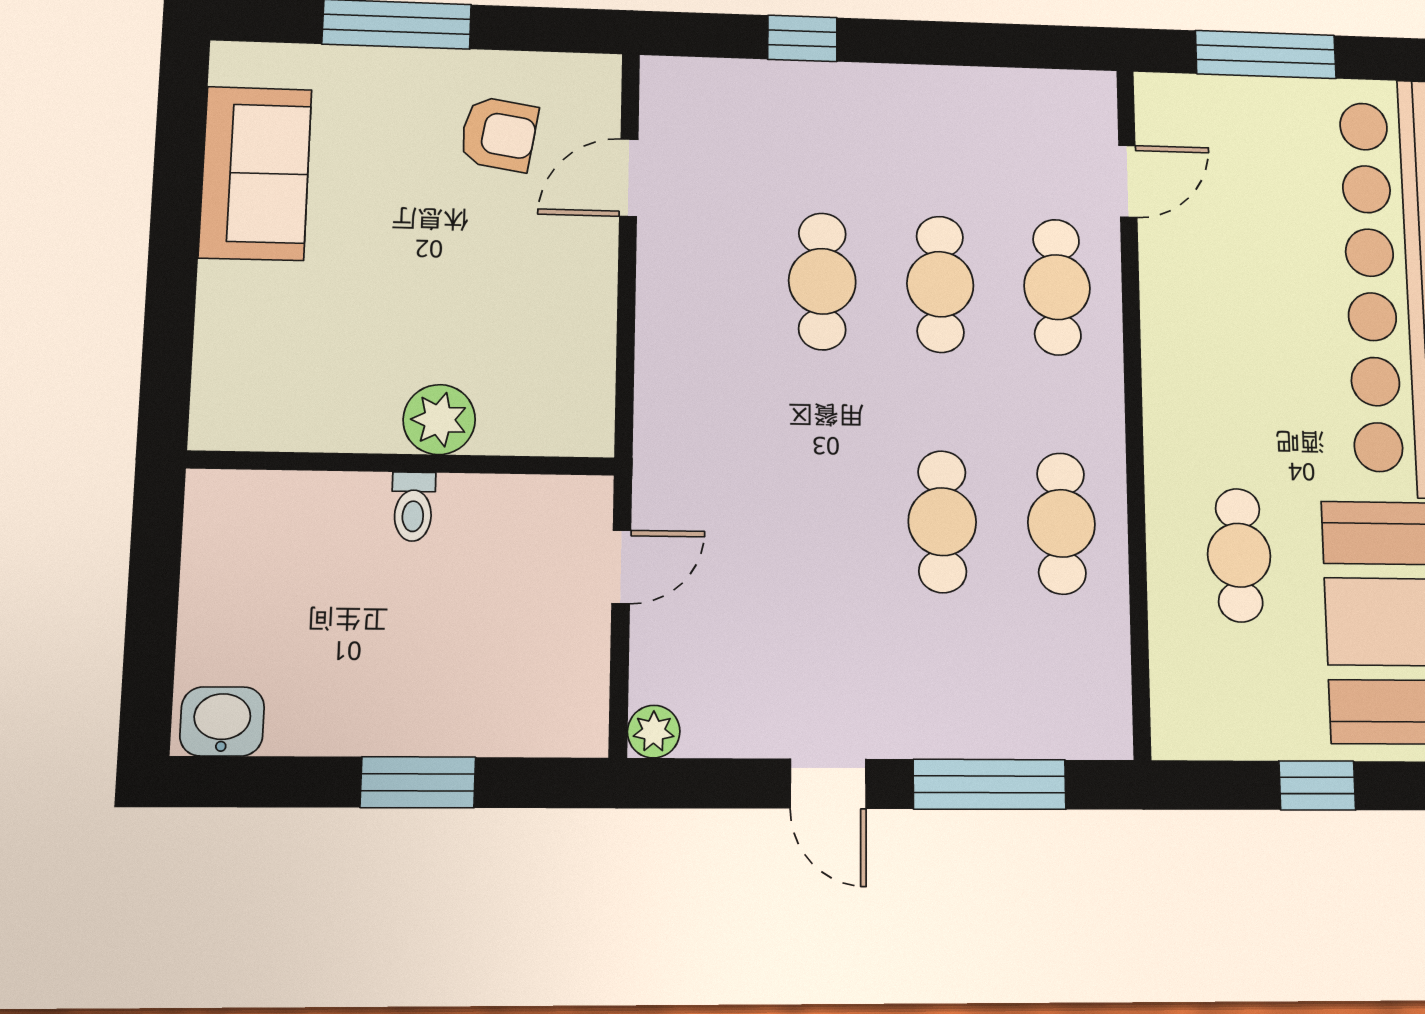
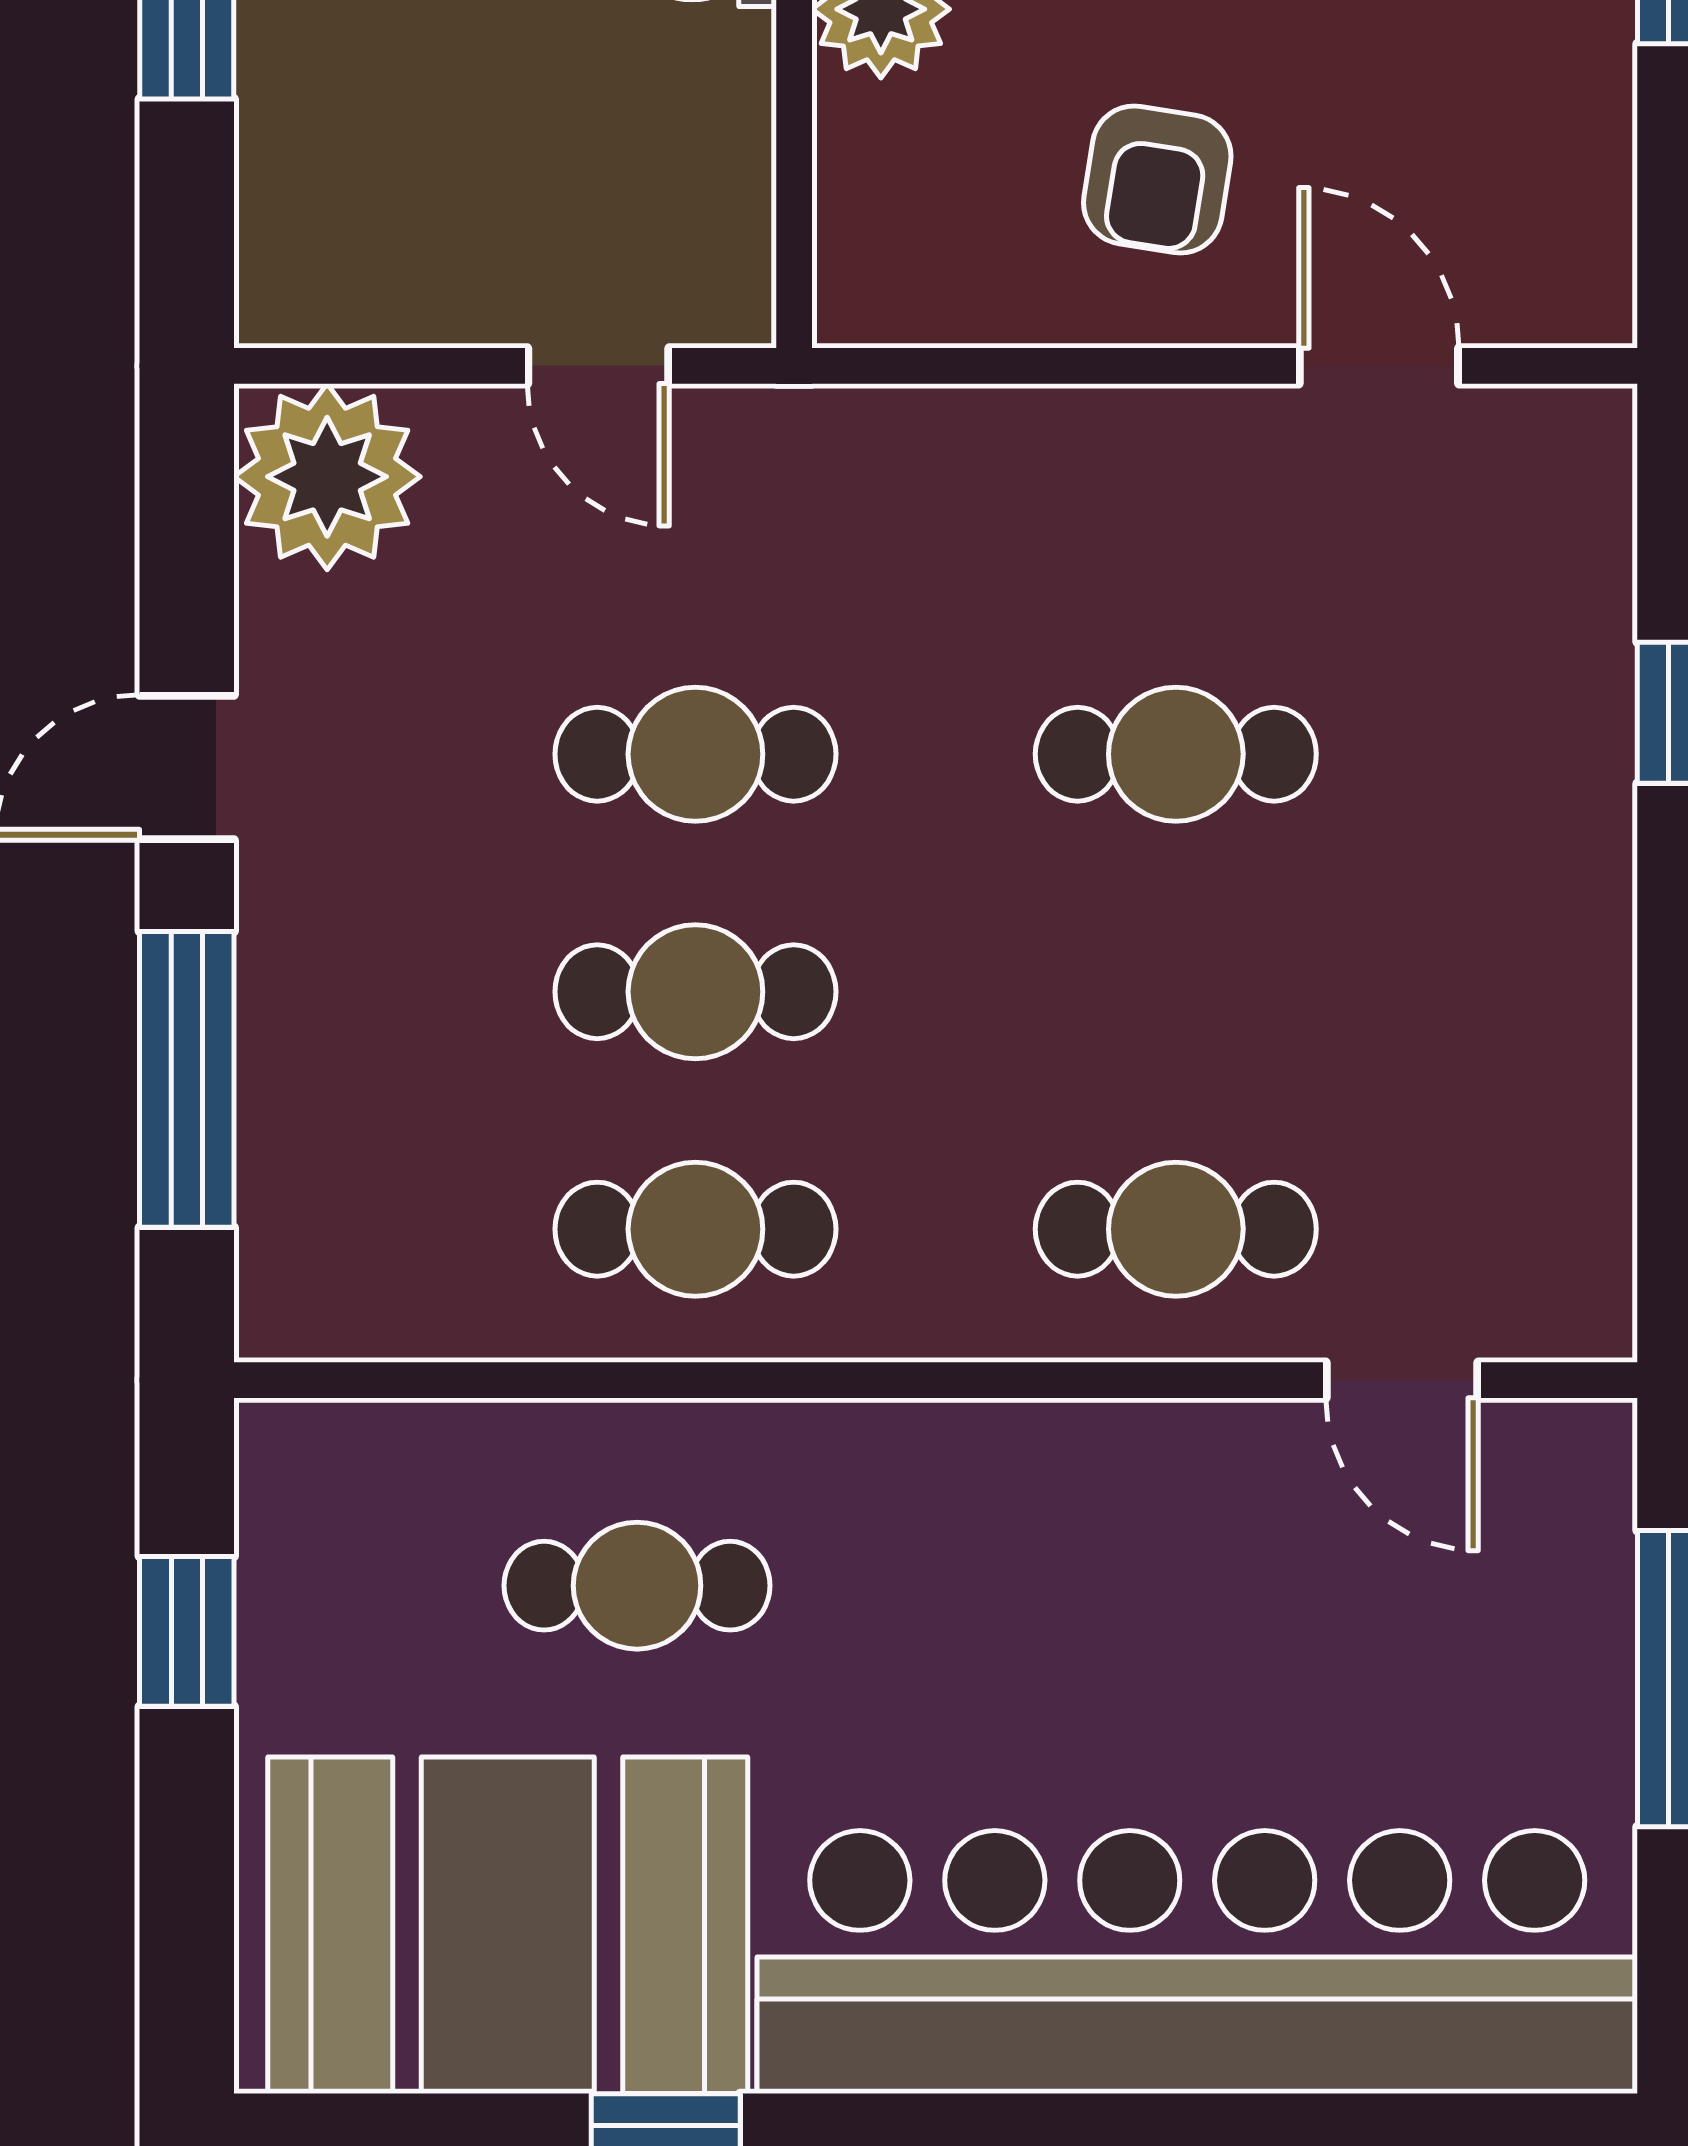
armchair: (499, 134) -> (1157, 179), moved
cafe table: (940, 284) -> (695, 754), moved
plant: (654, 732) -> (327, 477), width x1.88, depth x1.88
window: (1317, 785) -> (187, 1631), moved

